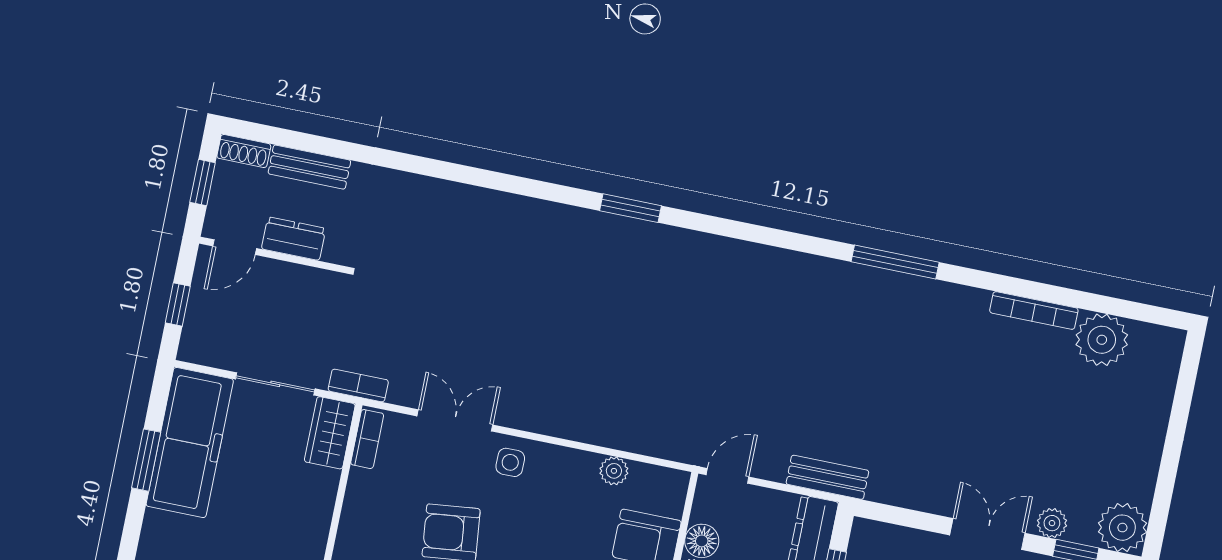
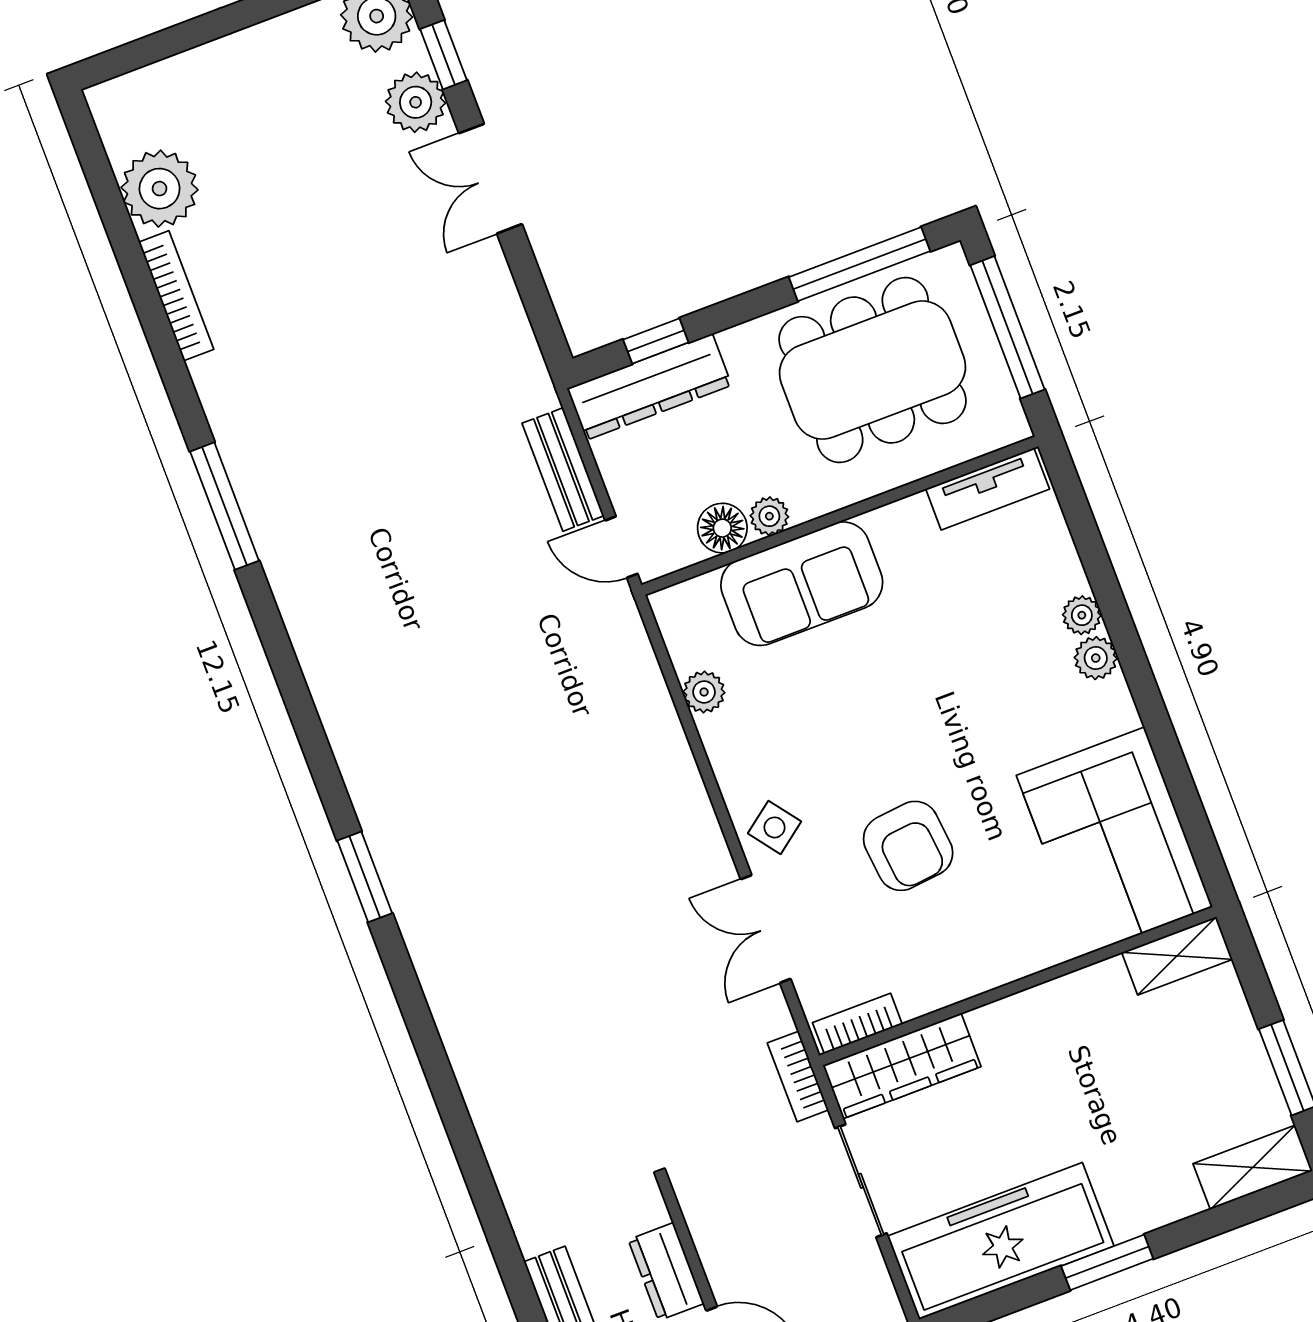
wardrobe: (330, 433) -> (902, 1066), width x1.50
window: (146, 460) -> (1107, 1262), moved
side table: (510, 462) -> (775, 827), turned -37
bench: (827, 477) -> (563, 469), moved
plant: (1052, 523) -> (416, 102), width x1.38, depth x1.38

